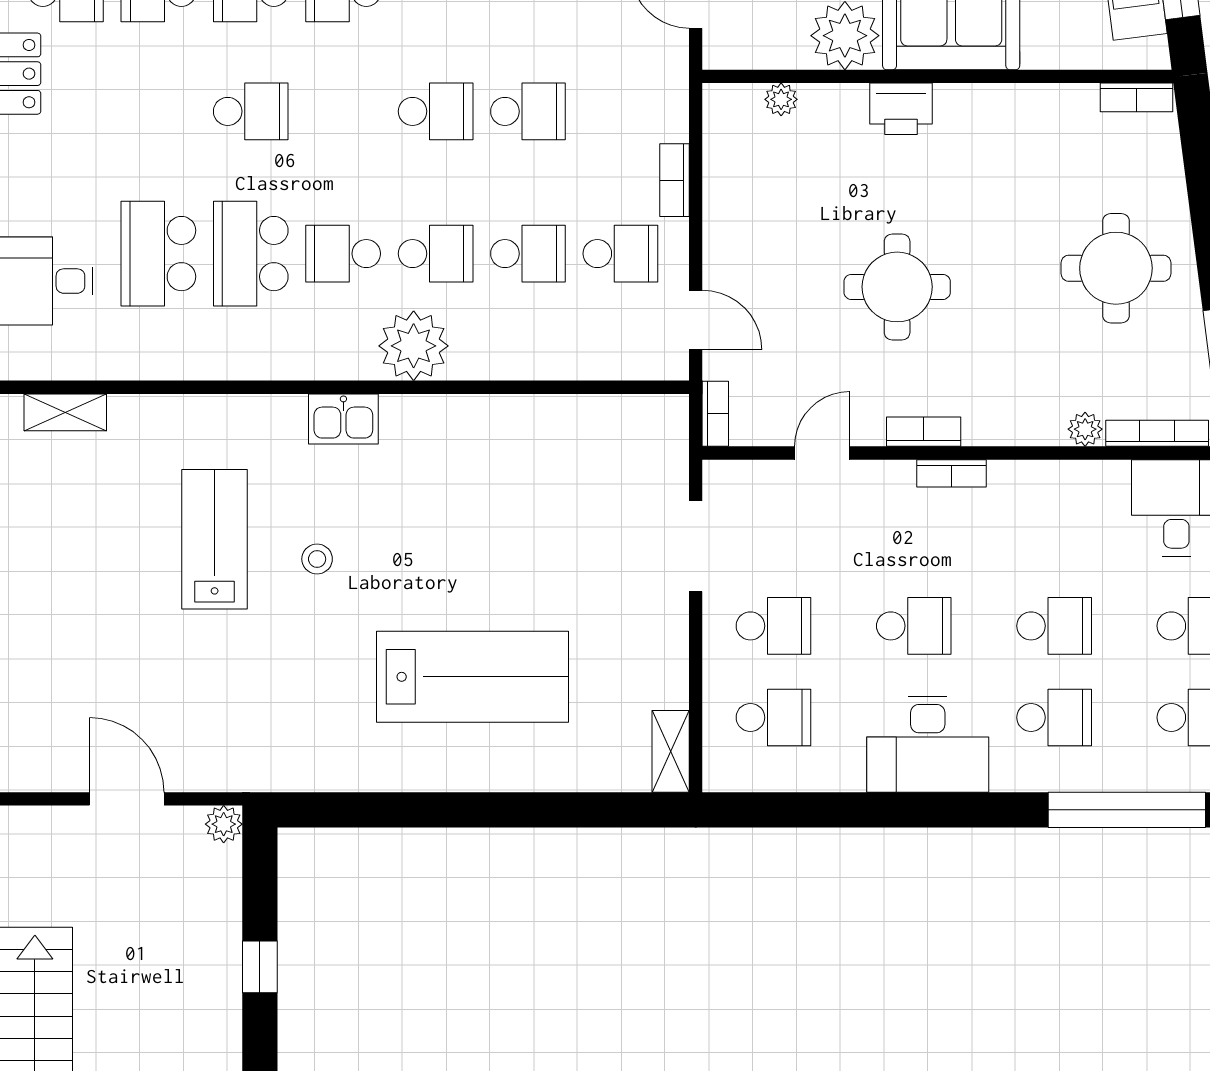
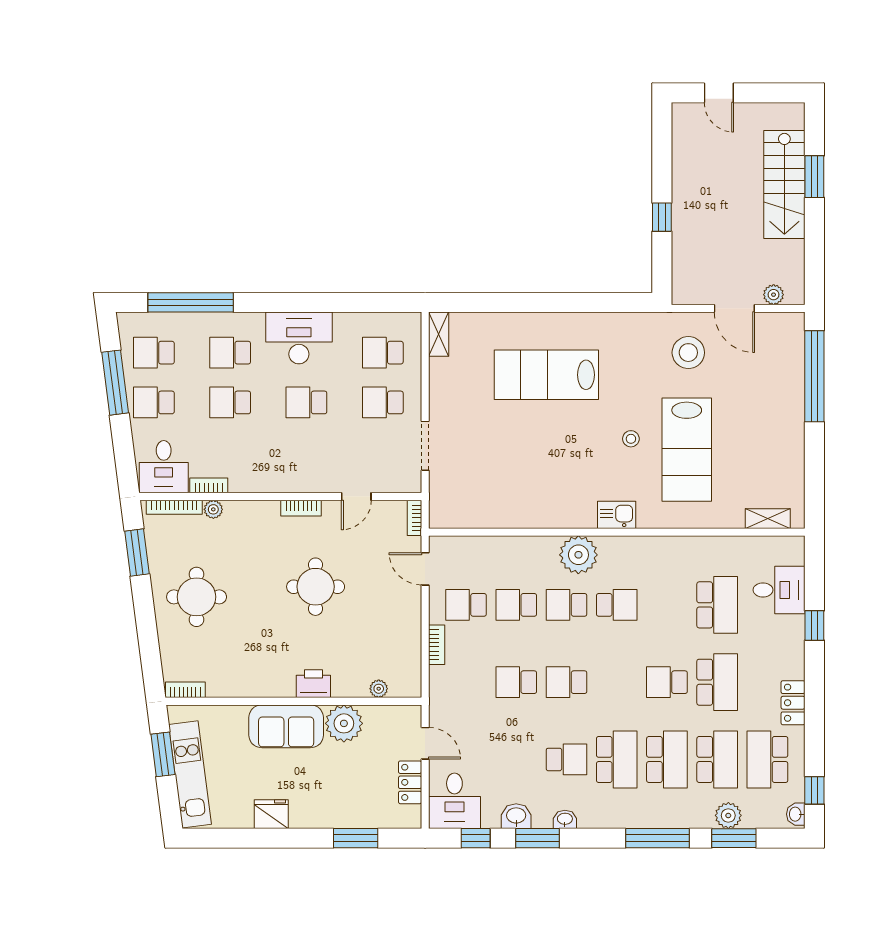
school desk: (251, 254) -> (717, 682), moved
bookcase: (951, 473) -> (209, 485), moved
lab bench: (215, 539) -> (687, 450), width x1.36, depth x1.39
stool: (212, 718) -> (688, 353), added
plant: (224, 824) -> (774, 295), moved

